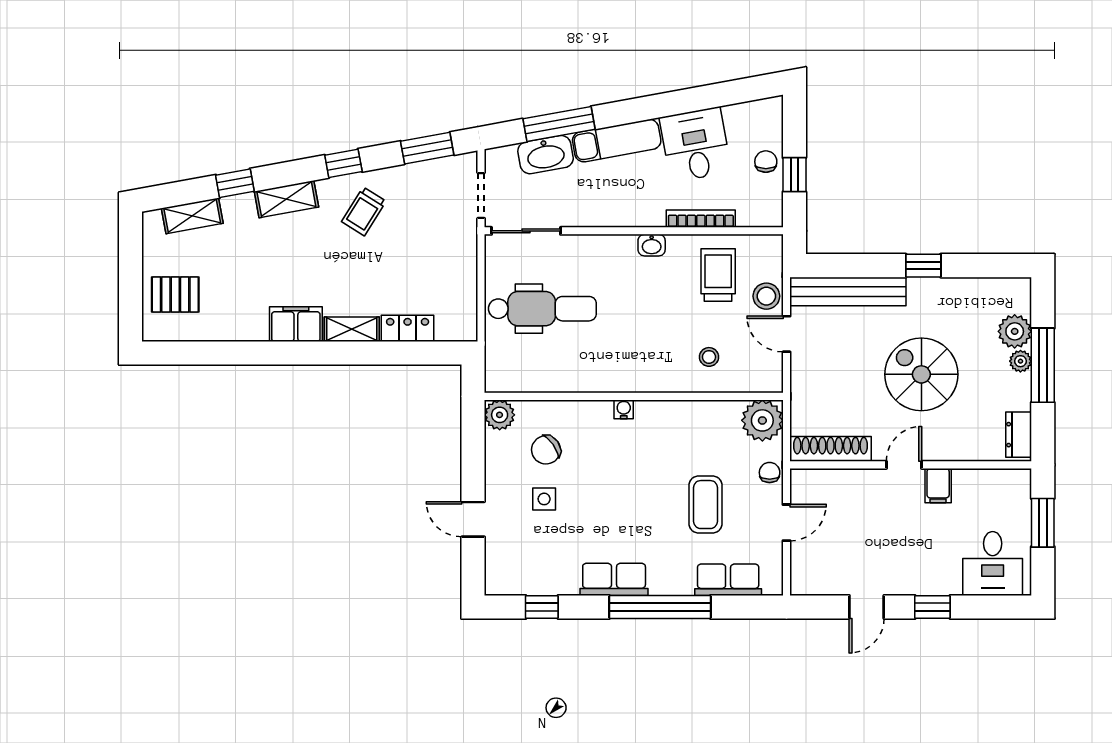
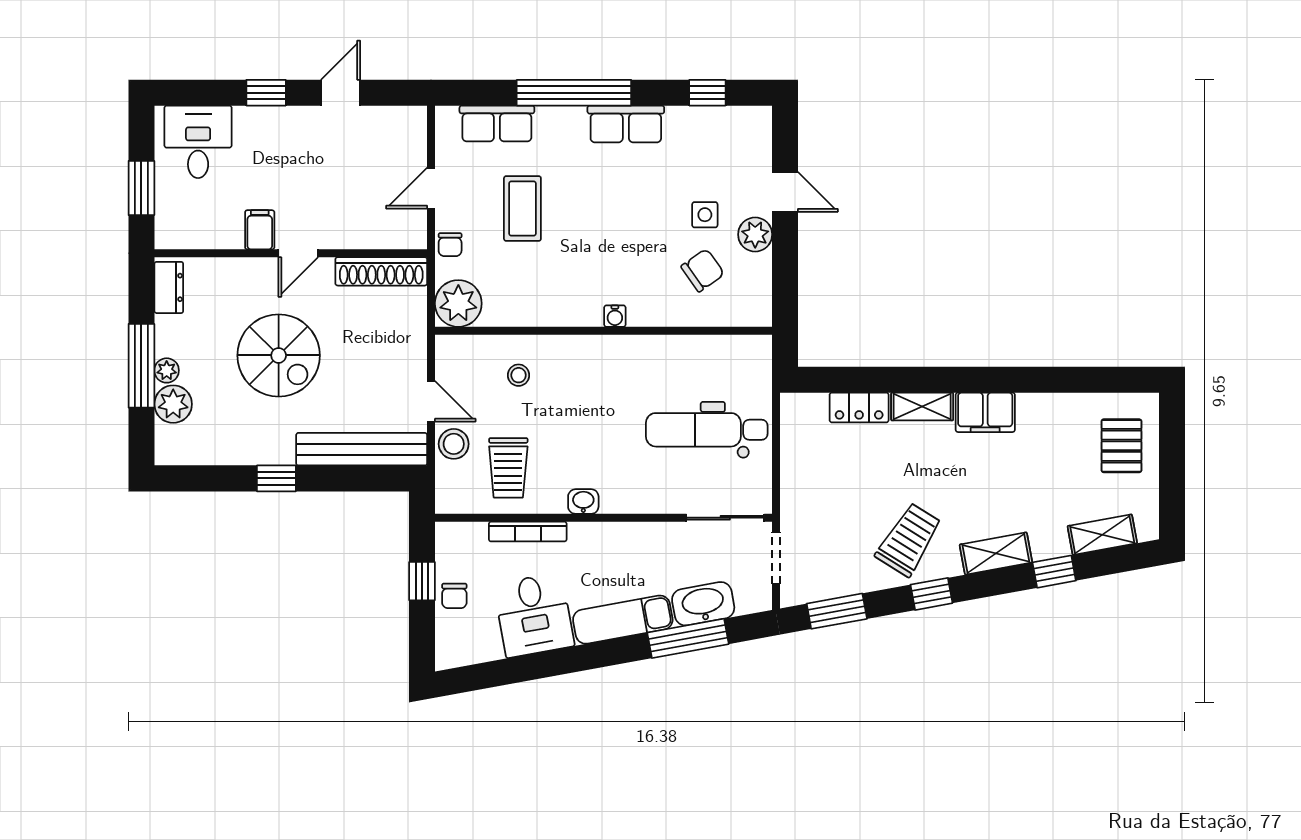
trolley: (364, 211) -> (909, 540), width x1.36, depth x1.39
pallet: (175, 294) -> (1121, 446), turned 90
plant: (500, 415) -> (755, 234), moved

